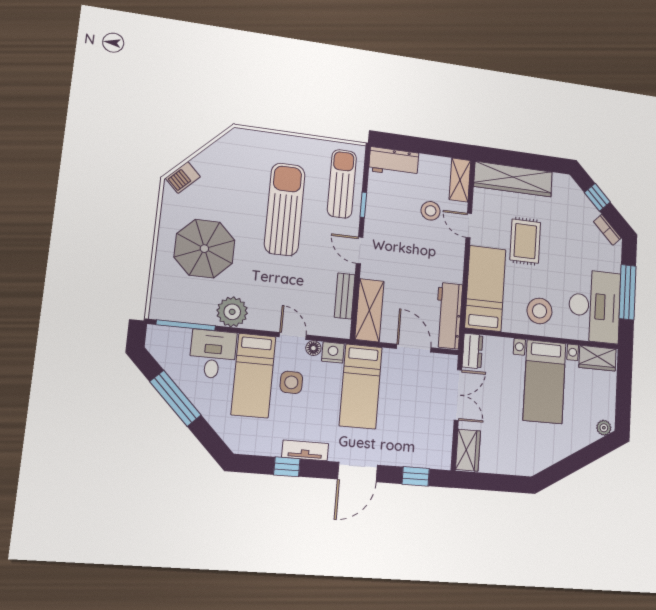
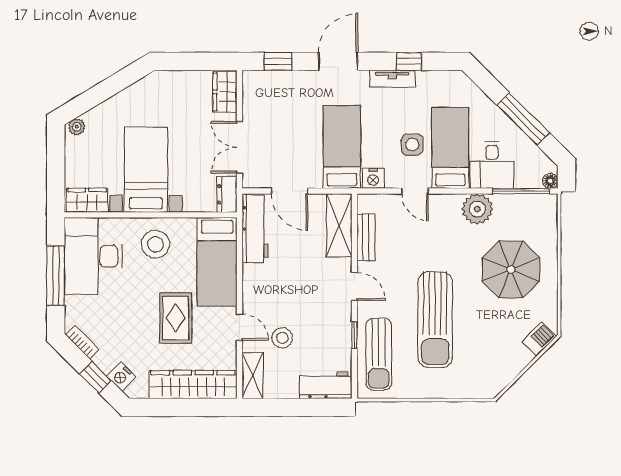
nightstand: (575, 195) -> (121, 376), added
floor lamp: (313, 348) -> (550, 181), moved

